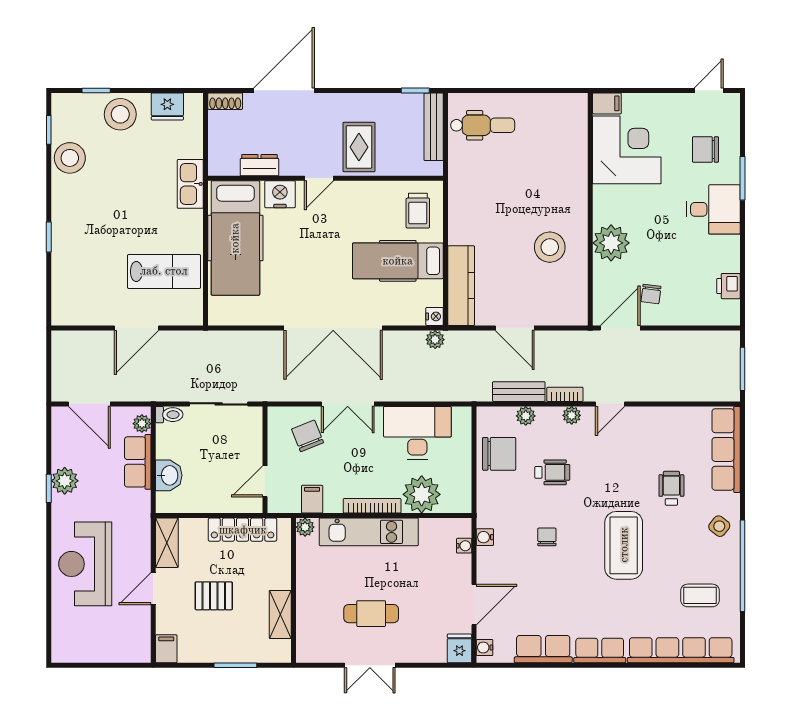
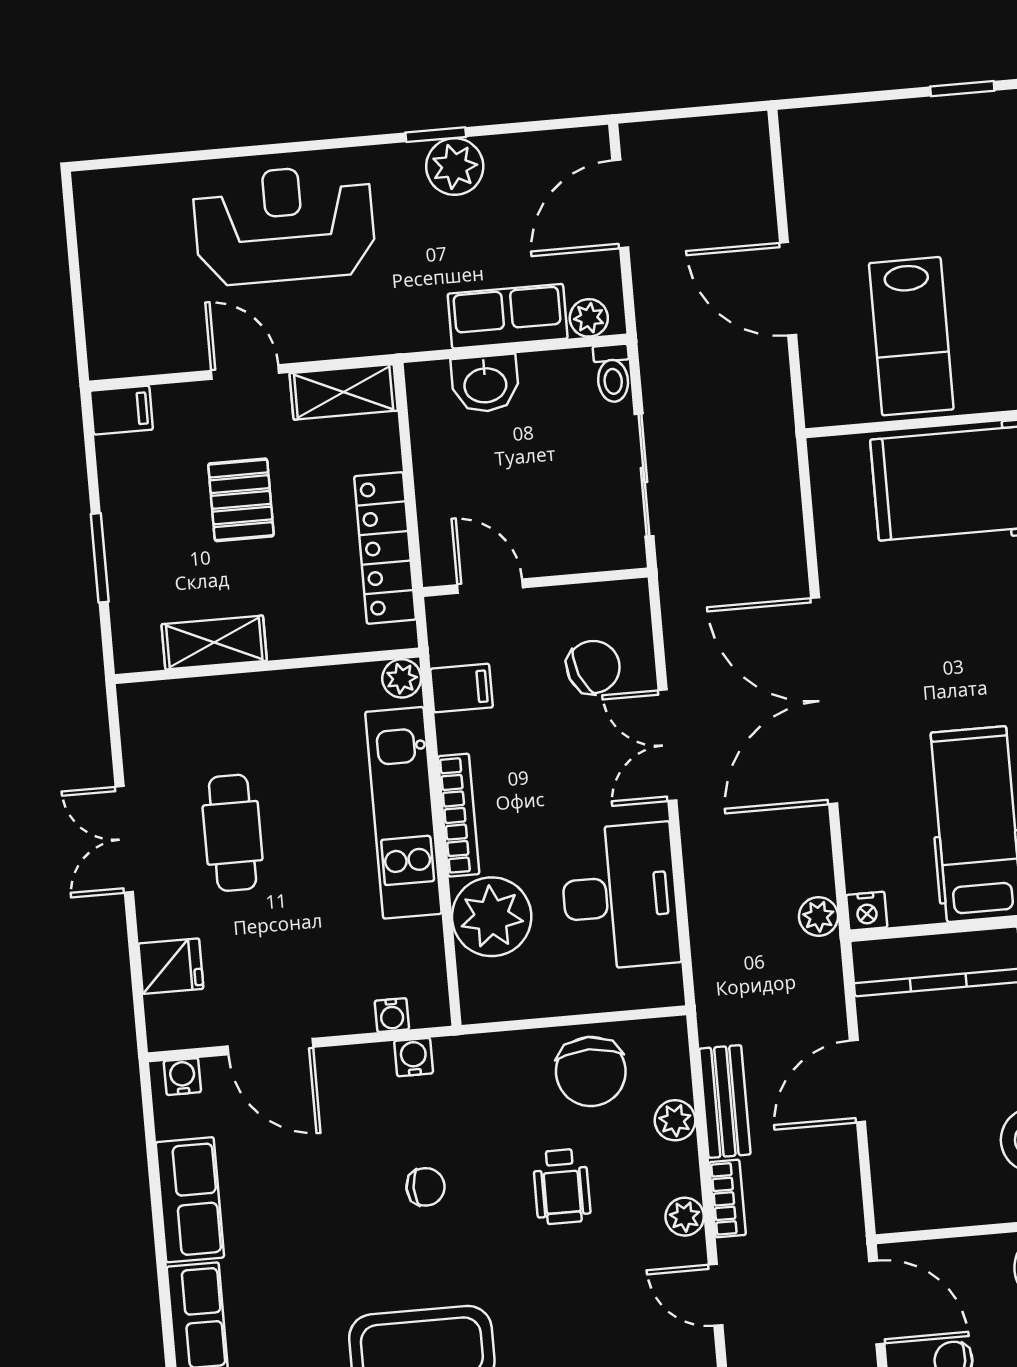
fridge: (459, 648) -> (171, 966), moved

